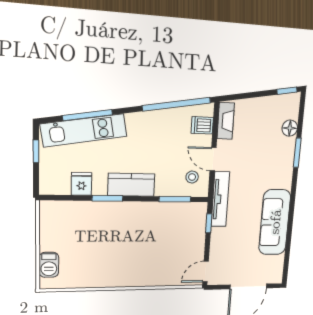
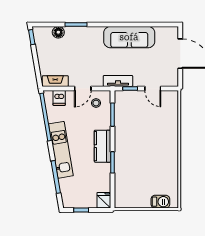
kitchen unit: (84, 130) -> (61, 150), moved
fridge: (81, 184) -> (104, 200), moved, turned 90
tv unit: (220, 199) -> (118, 81), width x0.71
door: (206, 272) -> (153, 88), moved

